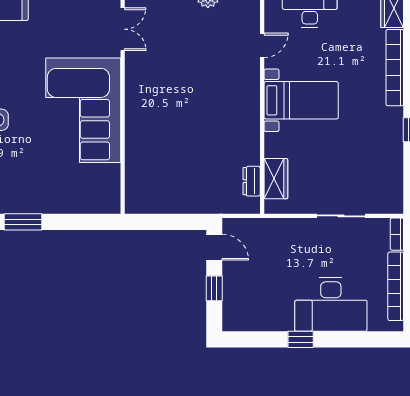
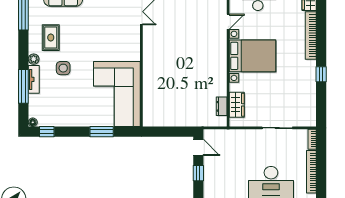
bed with nightstands: (301, 100) -> (252, 56), width x1.36
corner sofa: (83, 110) -> (117, 94), moved
window: (23, 222) -> (102, 132), moved

